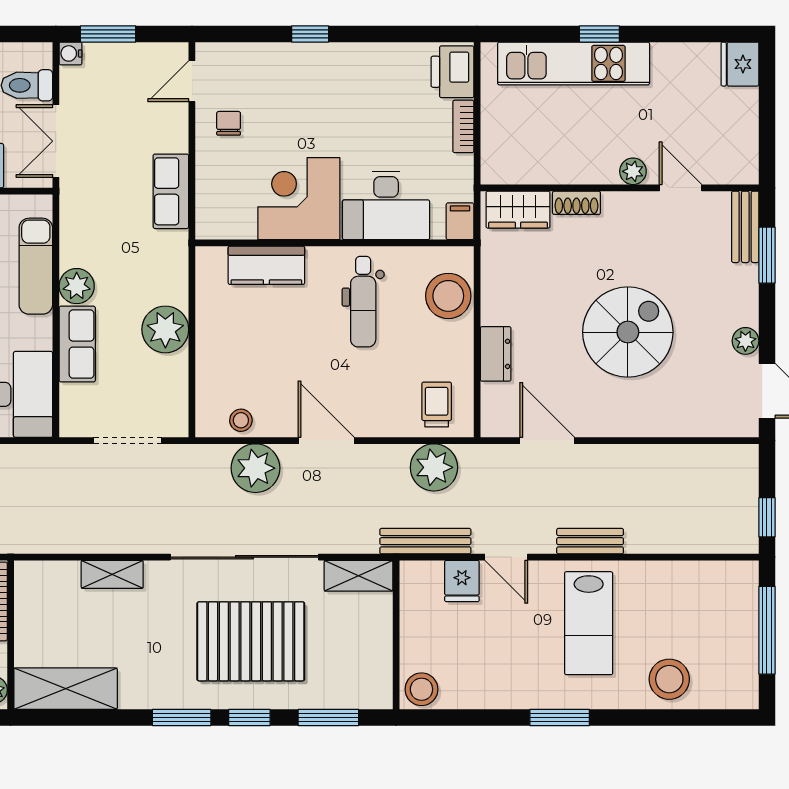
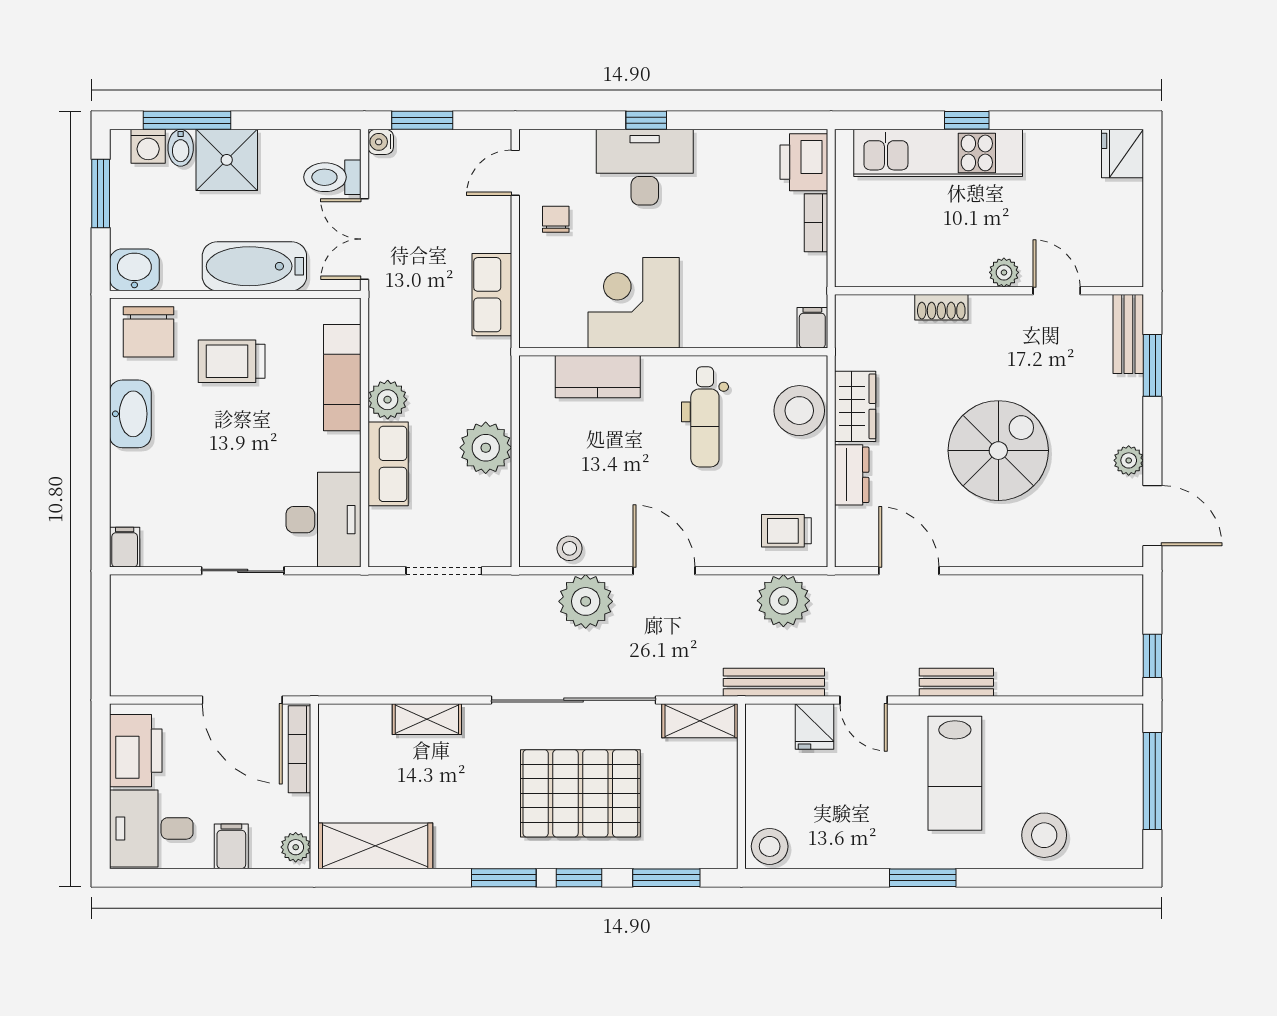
desk: (386, 205) -> (645, 167), moved, turned 180
wardrobe: (518, 210) -> (855, 406), moved, turned -90
trolley: (437, 404) -> (786, 531), turned -90

